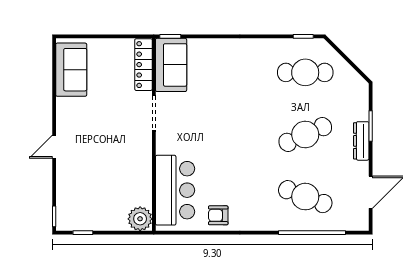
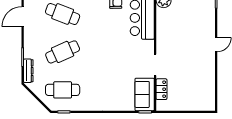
locker: (143, 65) -> (161, 89), width x0.66
sofa: (71, 70) -> (206, 92), removed
dresser: (361, 141) -> (28, 71), moved

